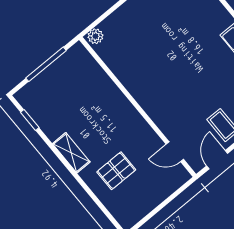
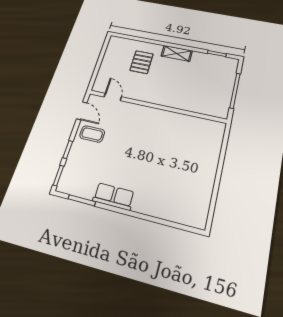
plant: (95, 36) -> (219, 130), removed
door: (175, 152) -> (113, 97), hinge flipped

